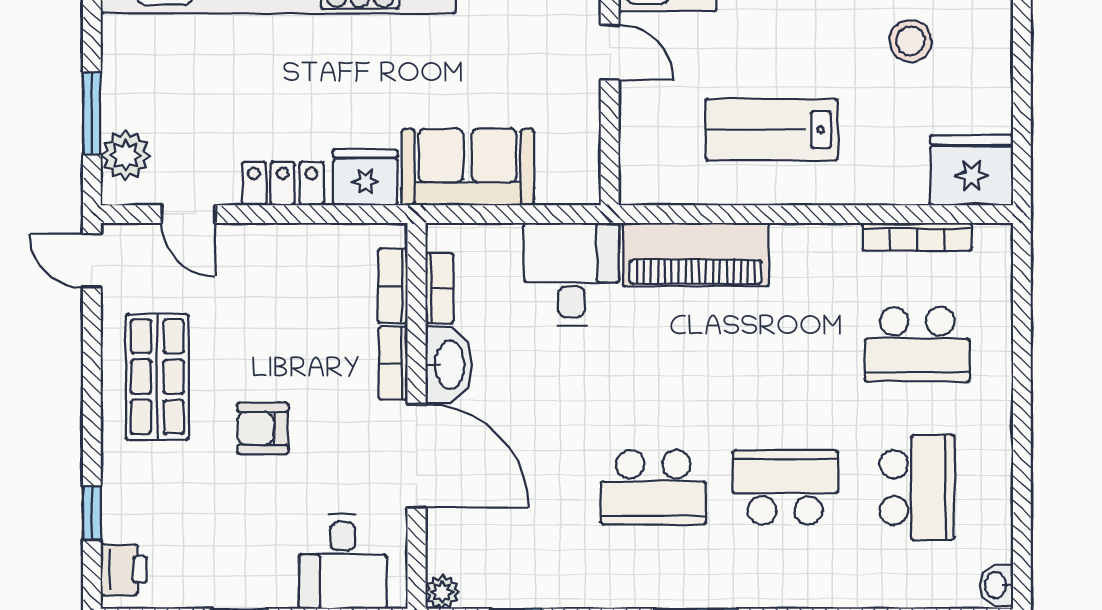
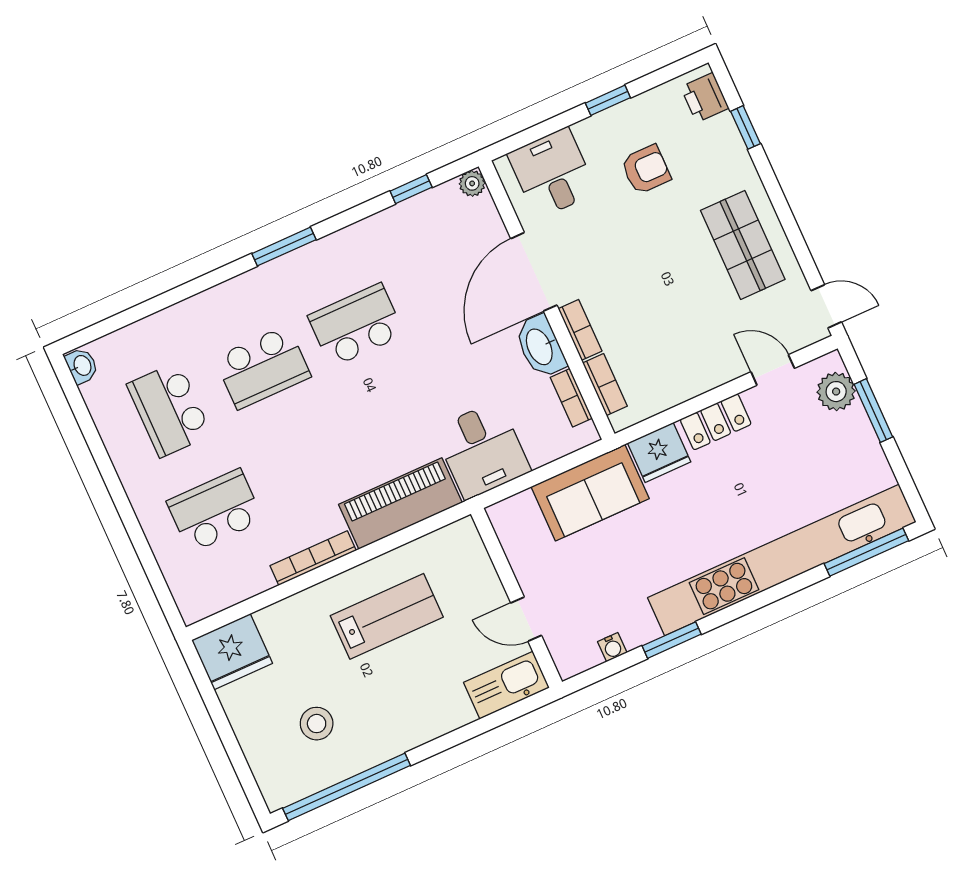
bookcase: (917, 237) -> (313, 558), moved
armchair: (263, 428) -> (646, 169), moved
door: (417, 456) -> (534, 272), hinge flipped

